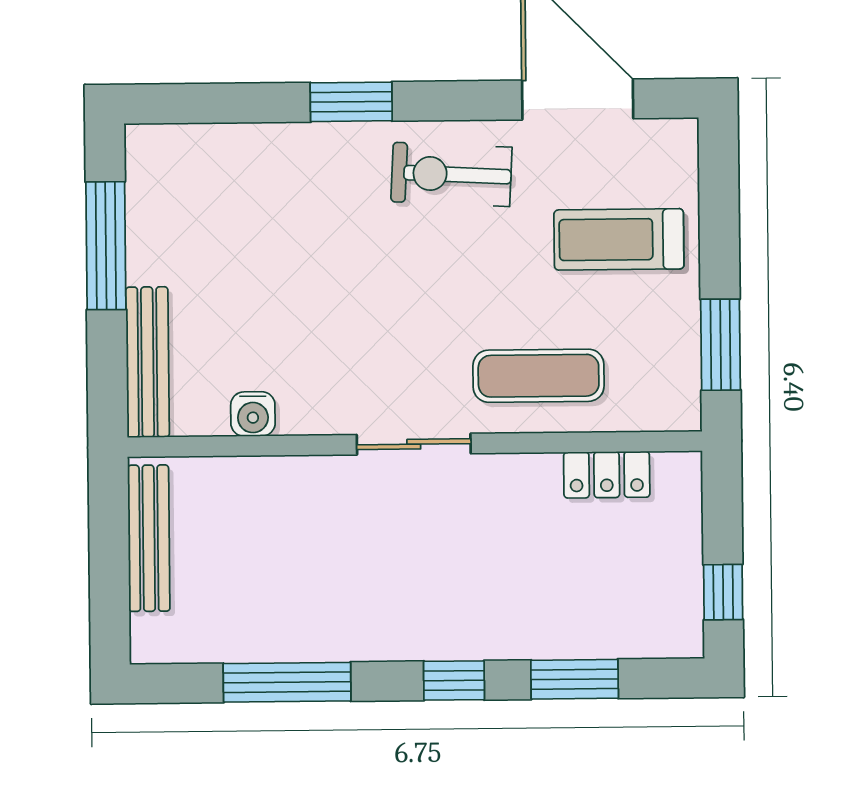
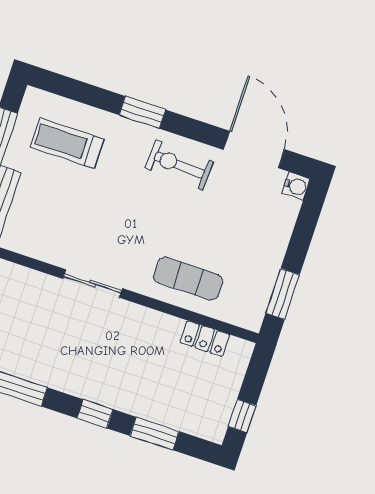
treadmill: (619, 239) -> (67, 143), moved
water cooler: (253, 414) -> (296, 186), moved, turned -90
sliding door: (414, 444) -> (93, 283), moved

